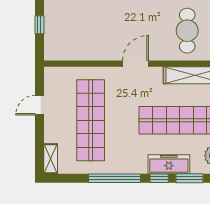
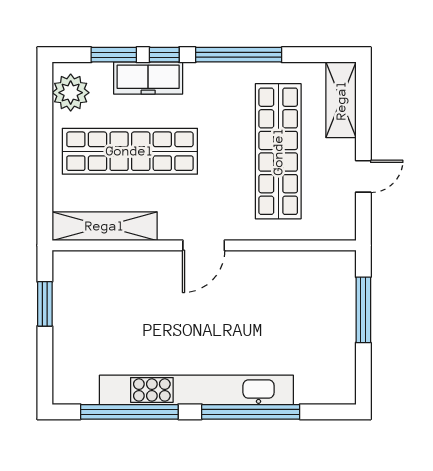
window: (39, 25) -> (363, 310), width x2.17
cafe table: (187, 31) -> (118, 300), removed
shelving: (51, 159) -> (341, 100), width x1.50, depth x1.33

